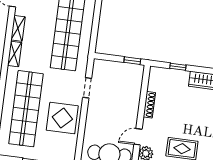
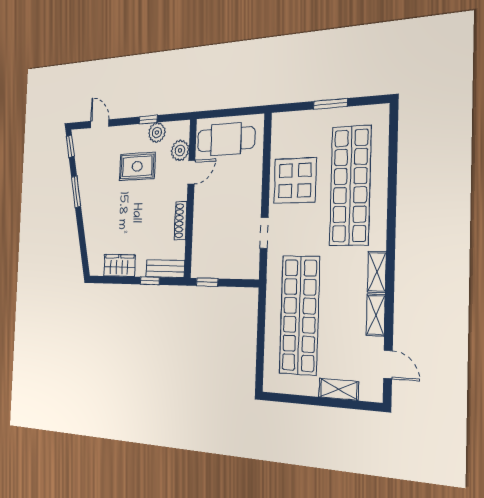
bench: (165, 74) -> (165, 269), added

